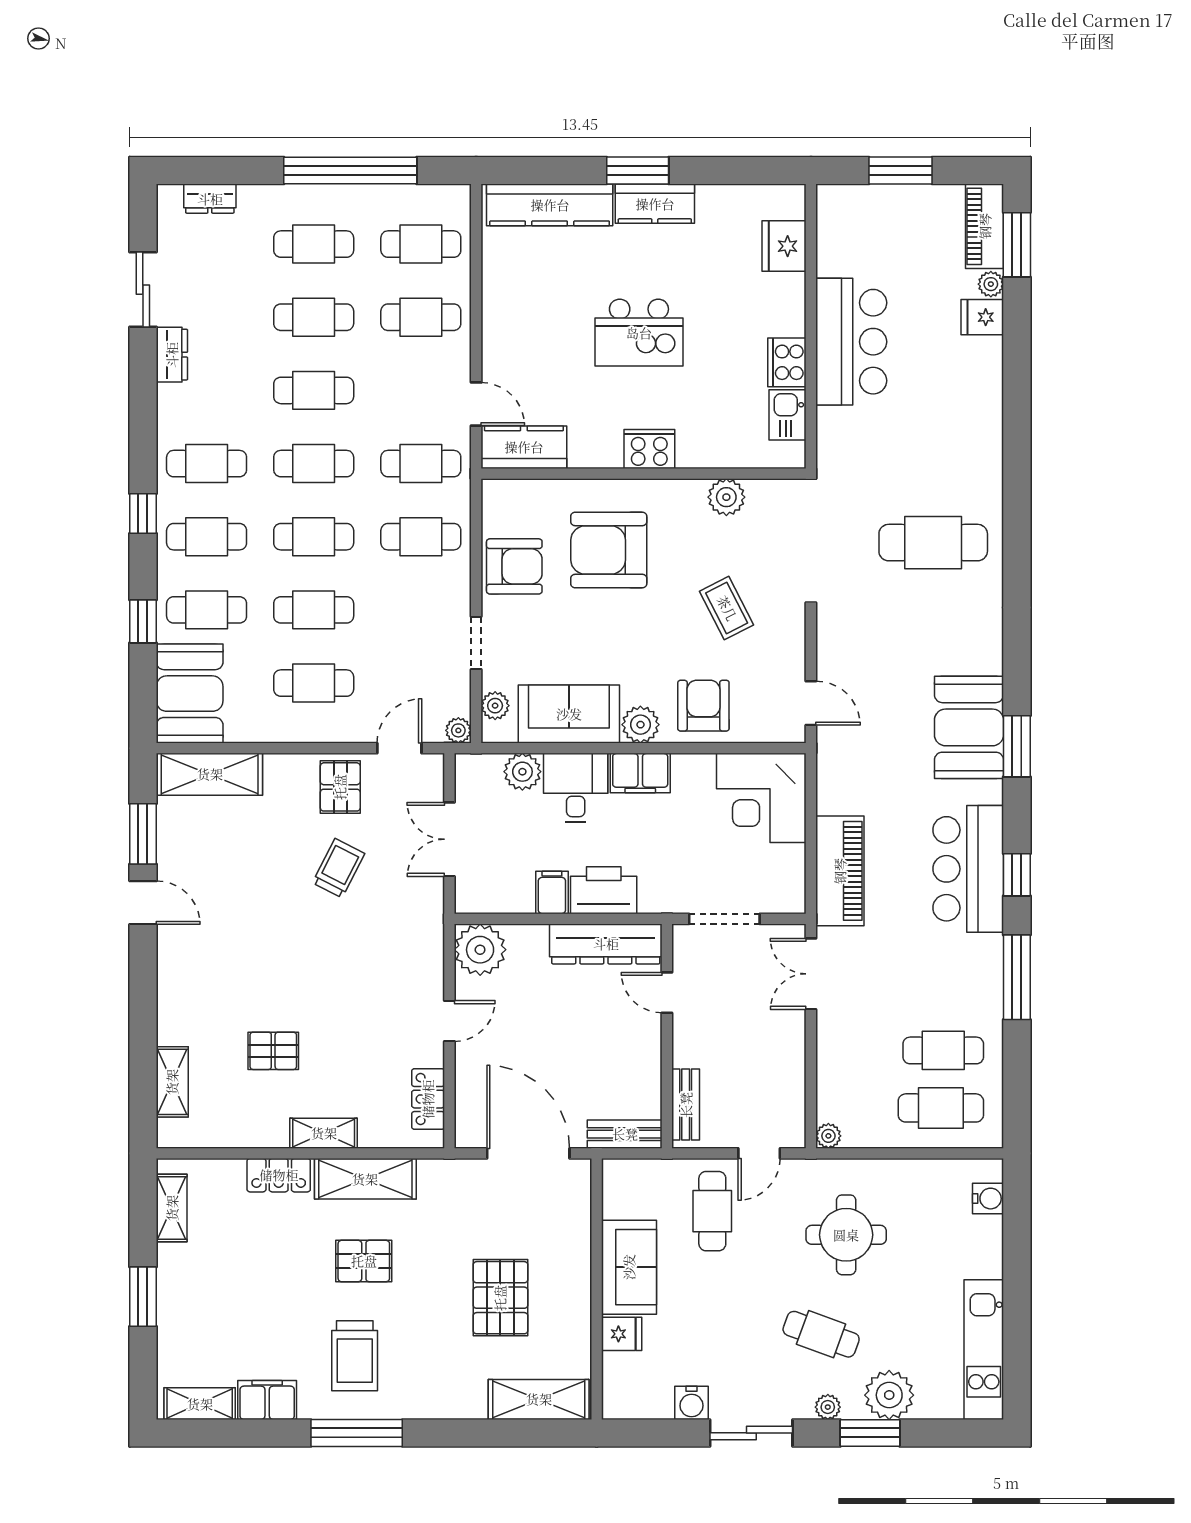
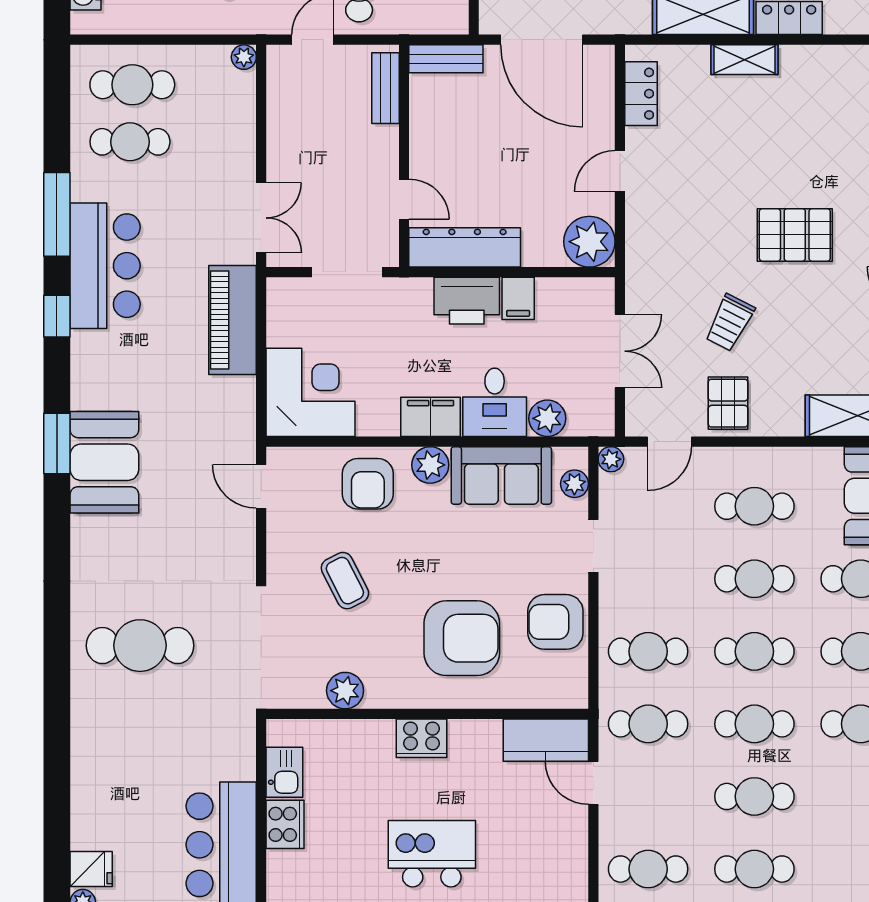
bar counter: (968, 869) -> (105, 266), moved
pallet: (273, 1051) -> (795, 235), moved, width x1.50, depth x1.42

